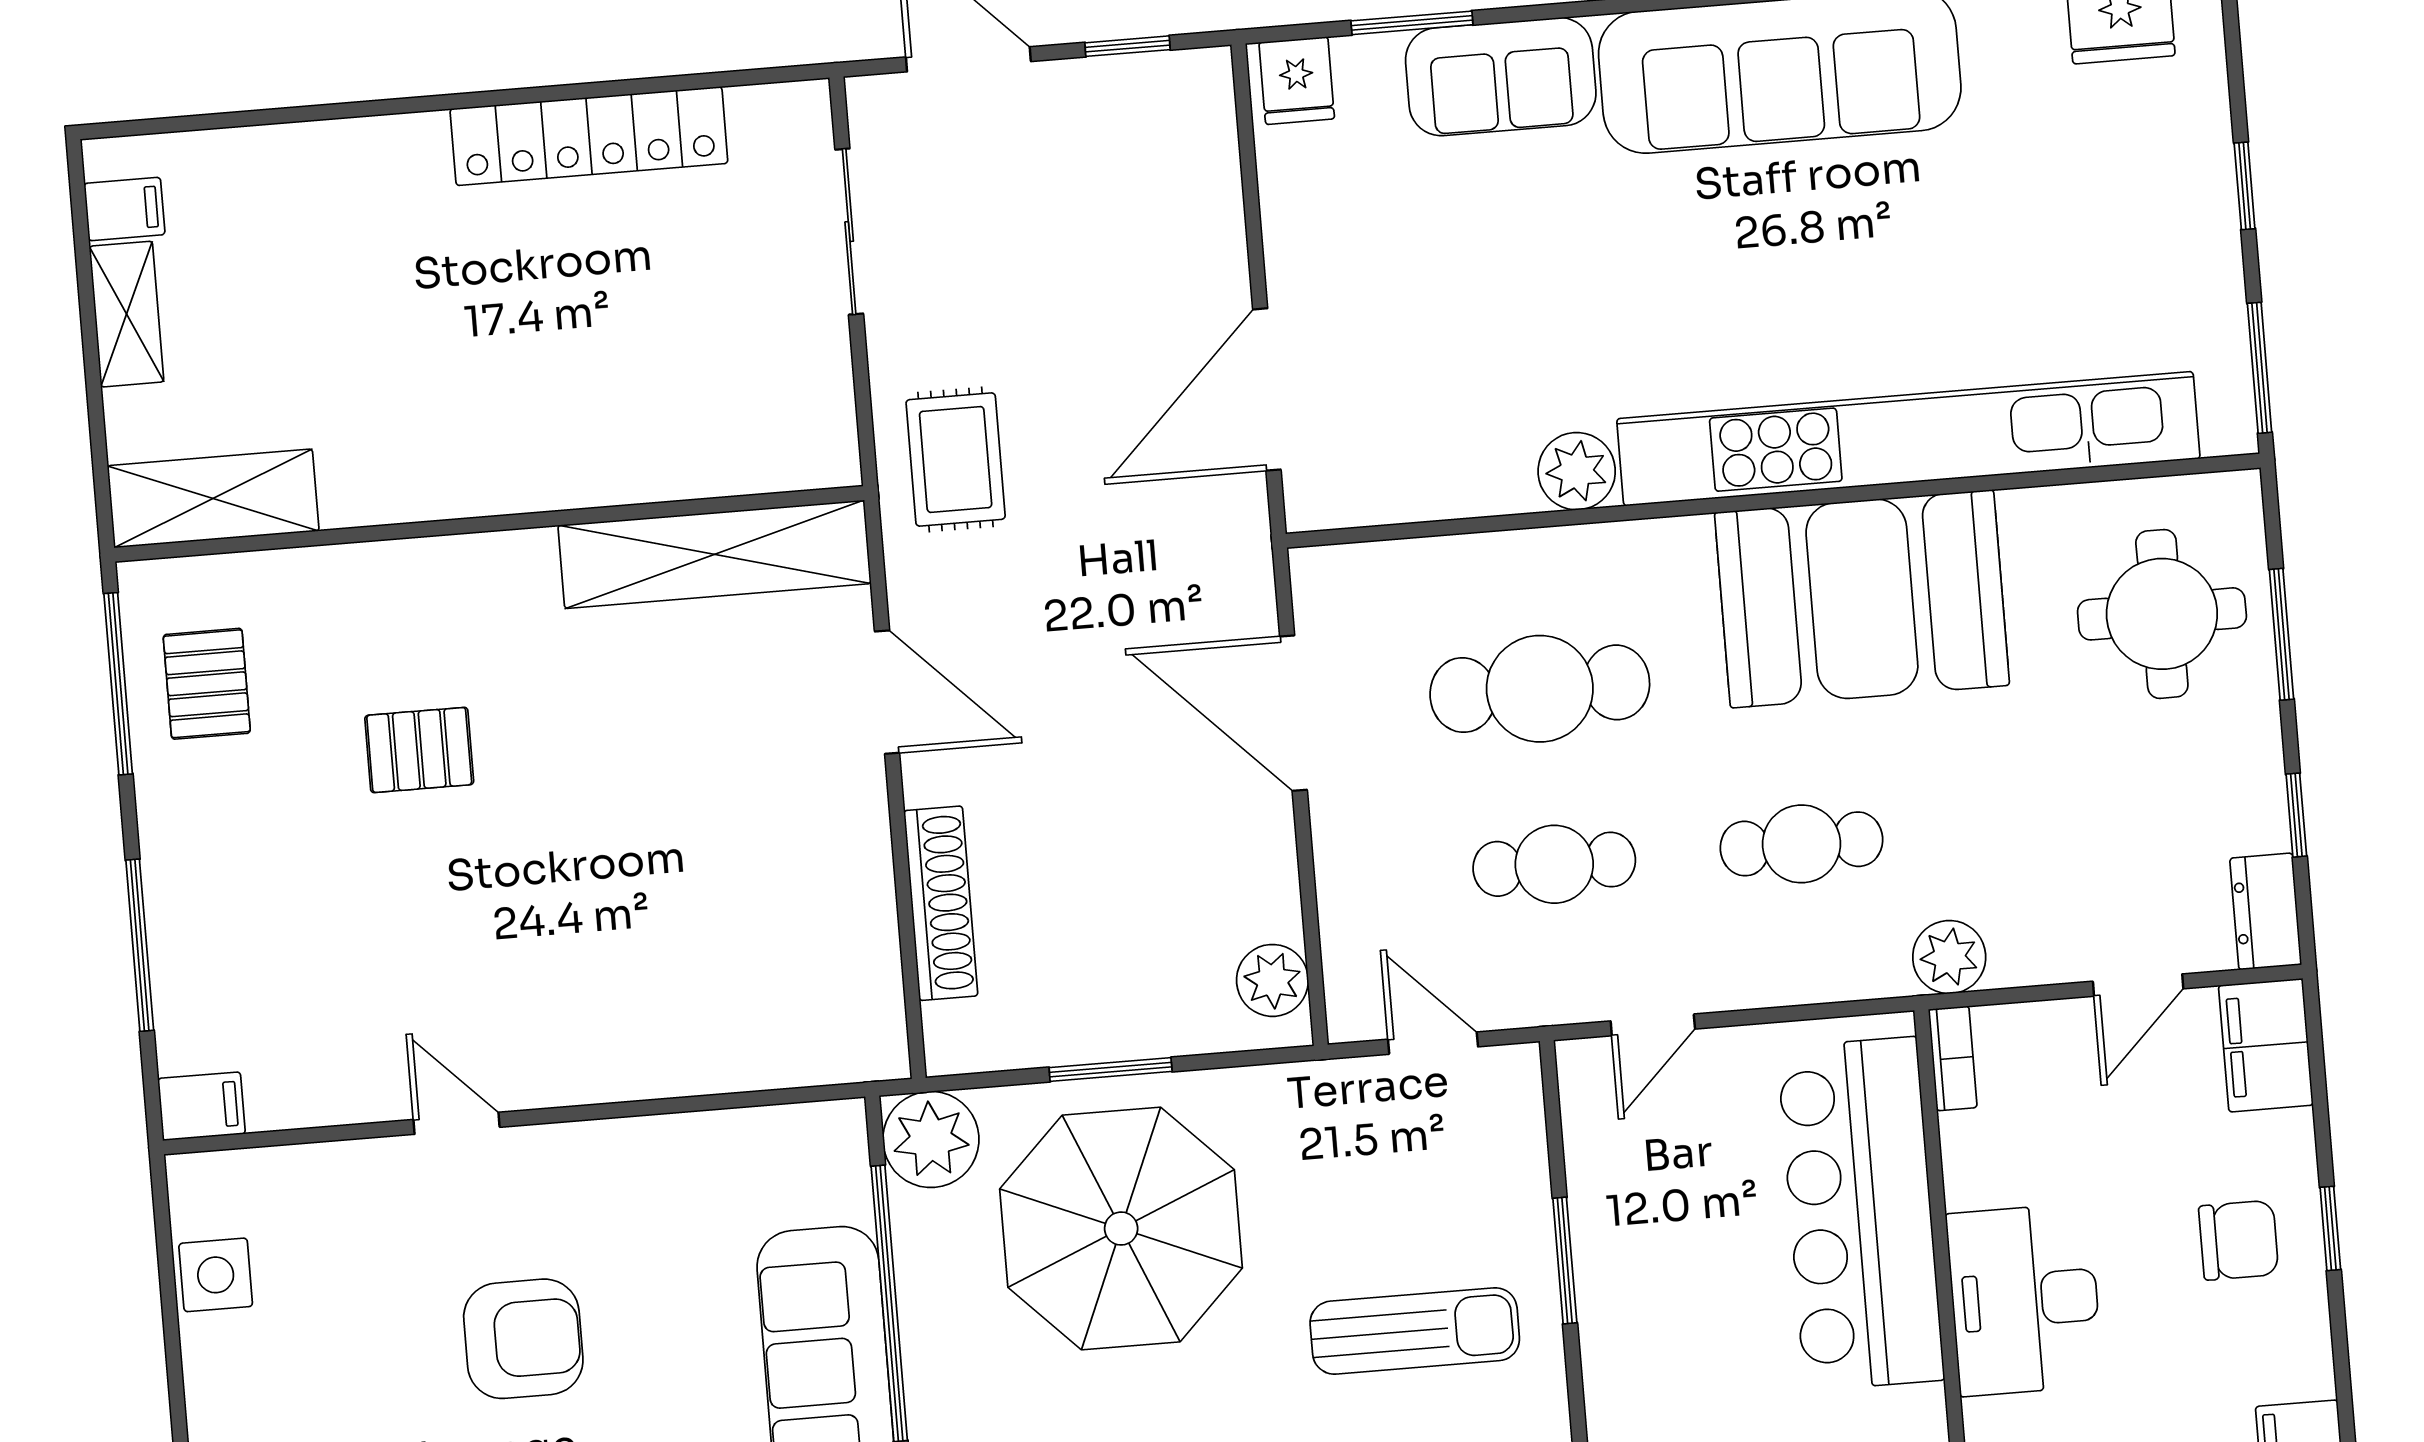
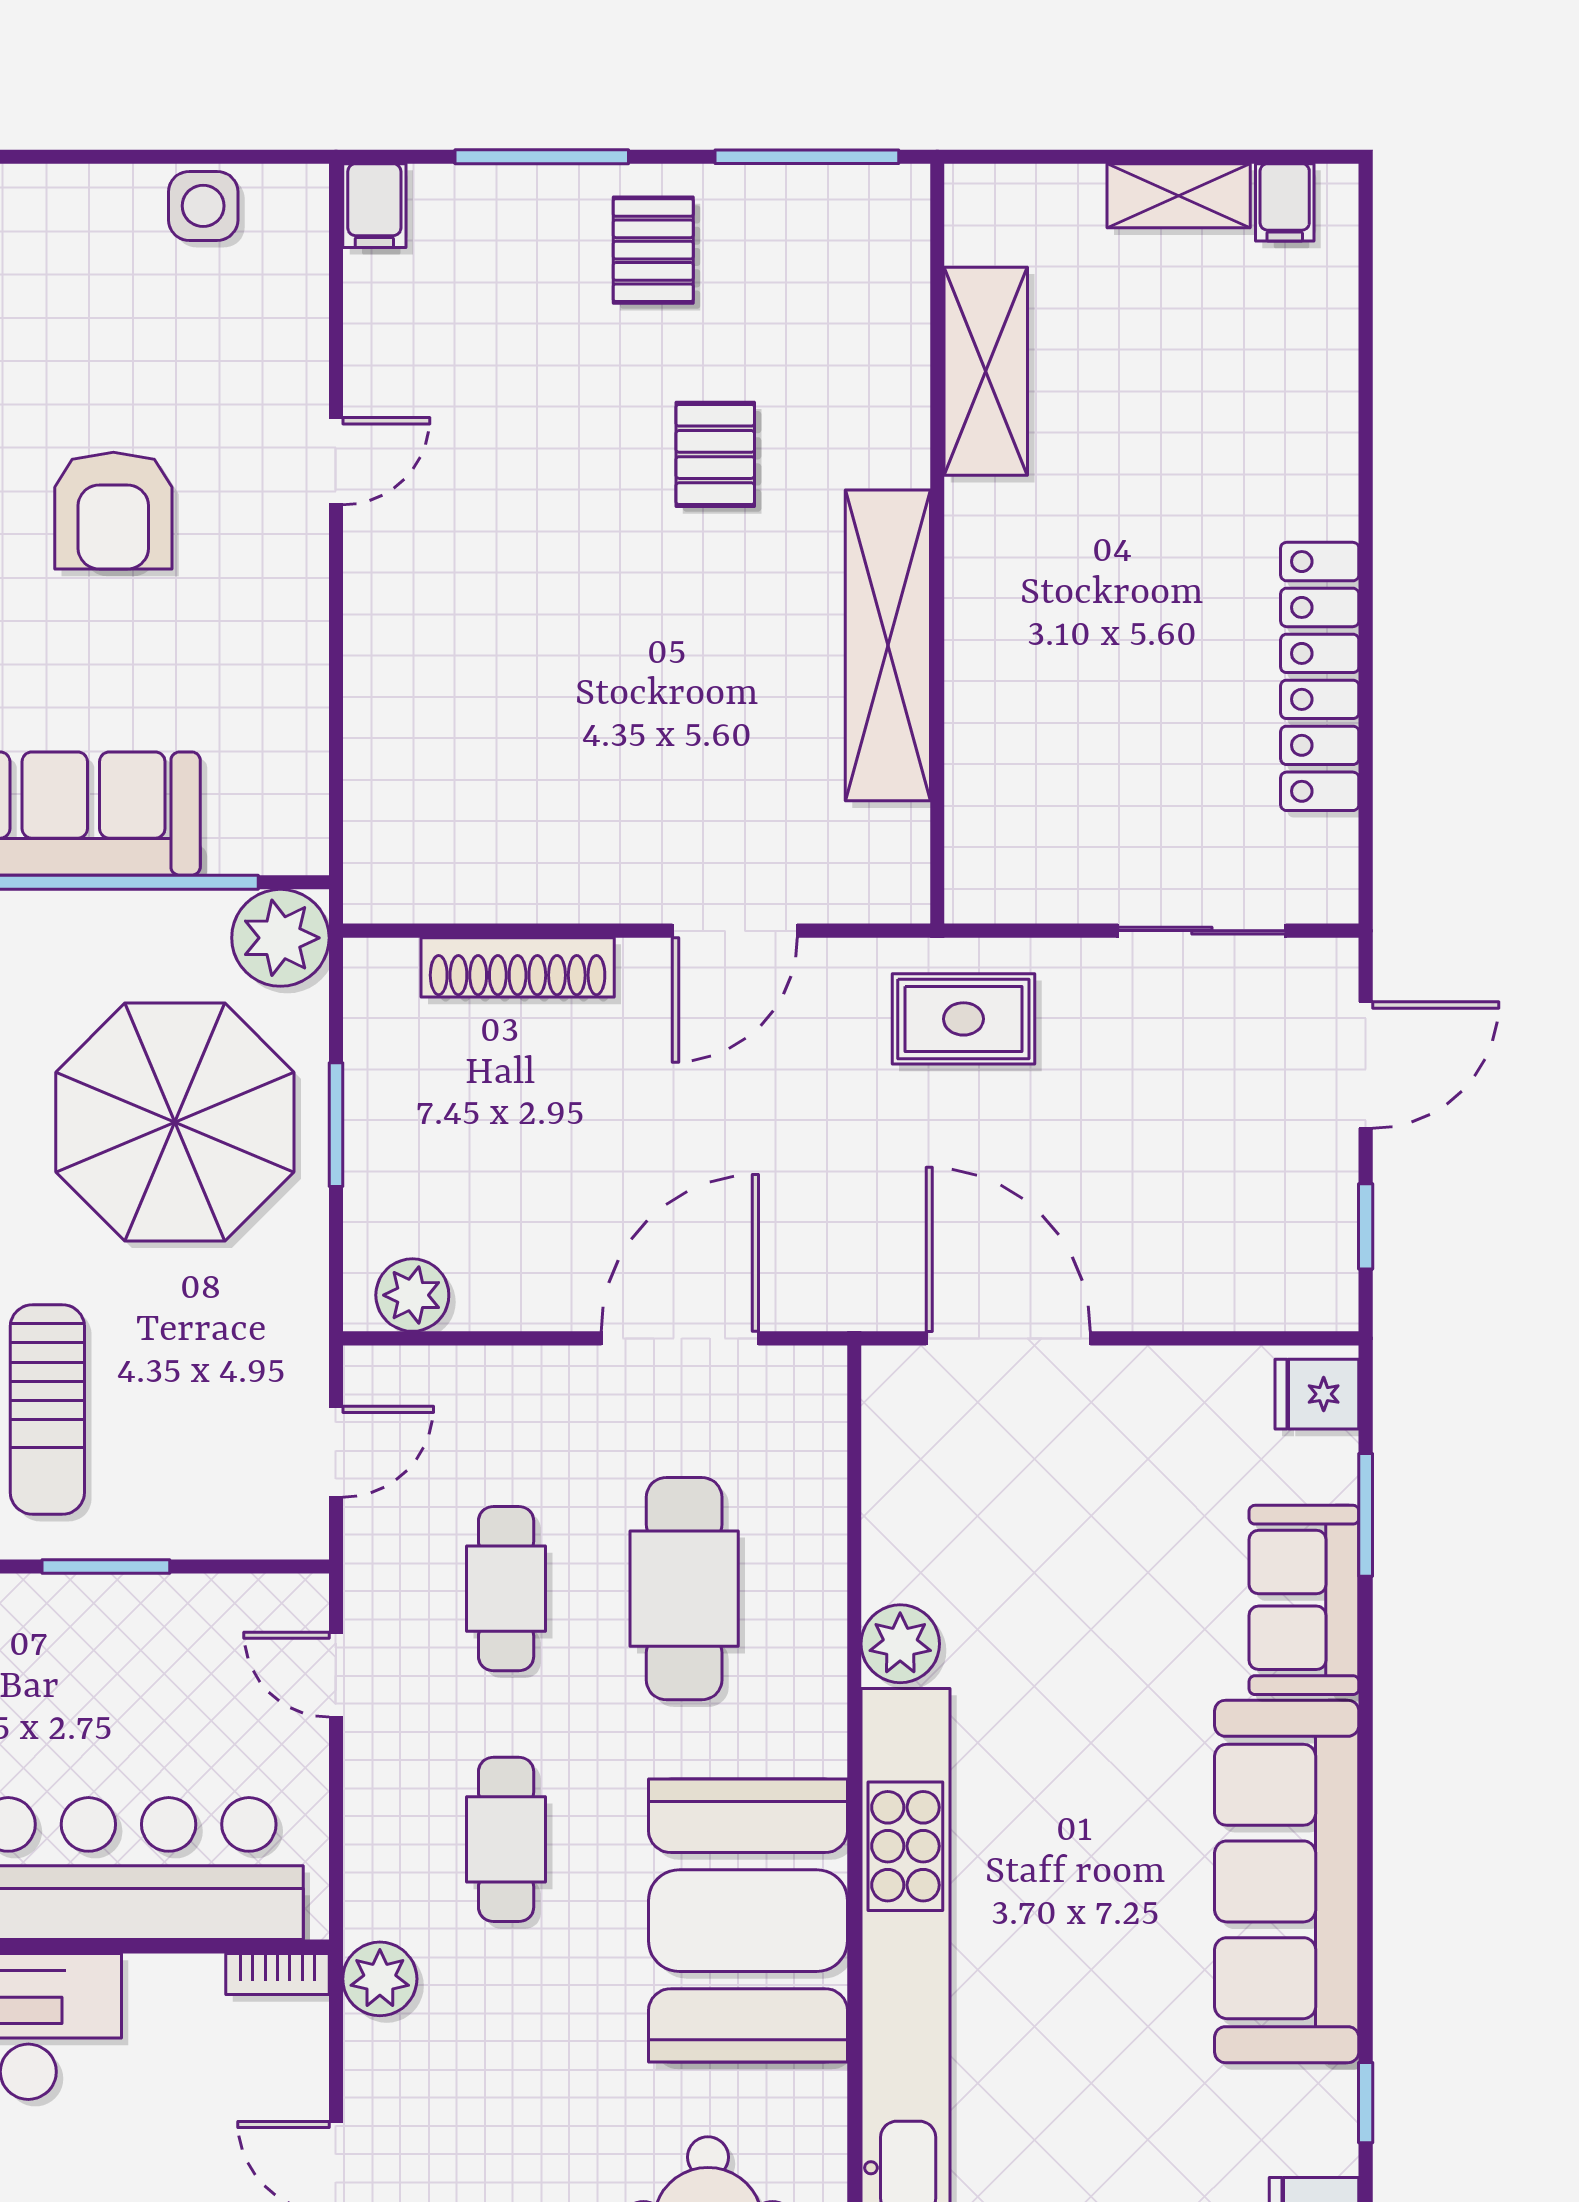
shelving: (213, 498) -> (986, 371), moved
shelving: (715, 554) -> (888, 645), moved
pallet: (207, 684) -> (653, 250), moved, turned 90

